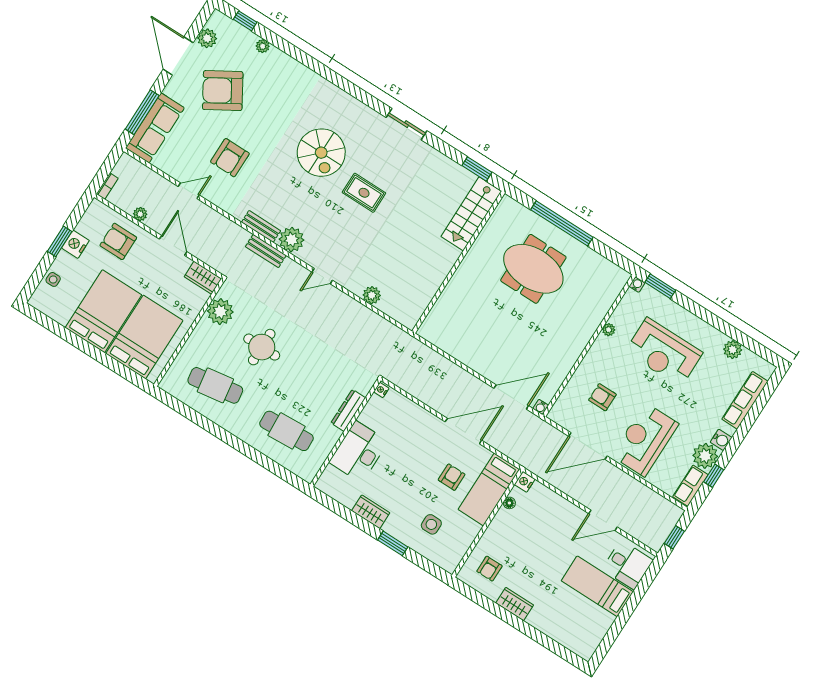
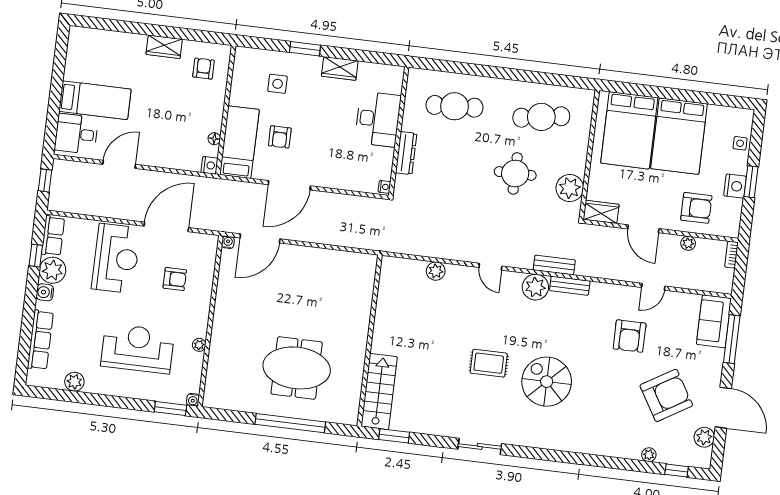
sofa: (155, 128) -> (714, 321), width x0.73
armchair: (230, 158) -> (630, 336), turned 180
door: (322, 276) -> (490, 267), swing flipped

